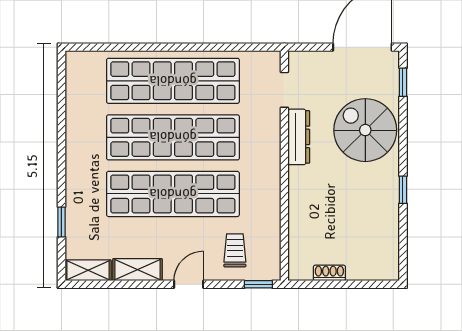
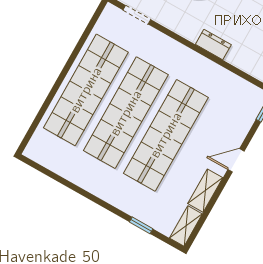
dresser: (299, 137) -> (213, 45), moved, width x0.70
trolley: (235, 250) -> (231, 114), removed
door: (189, 284) -> (236, 160), hinge flipped

